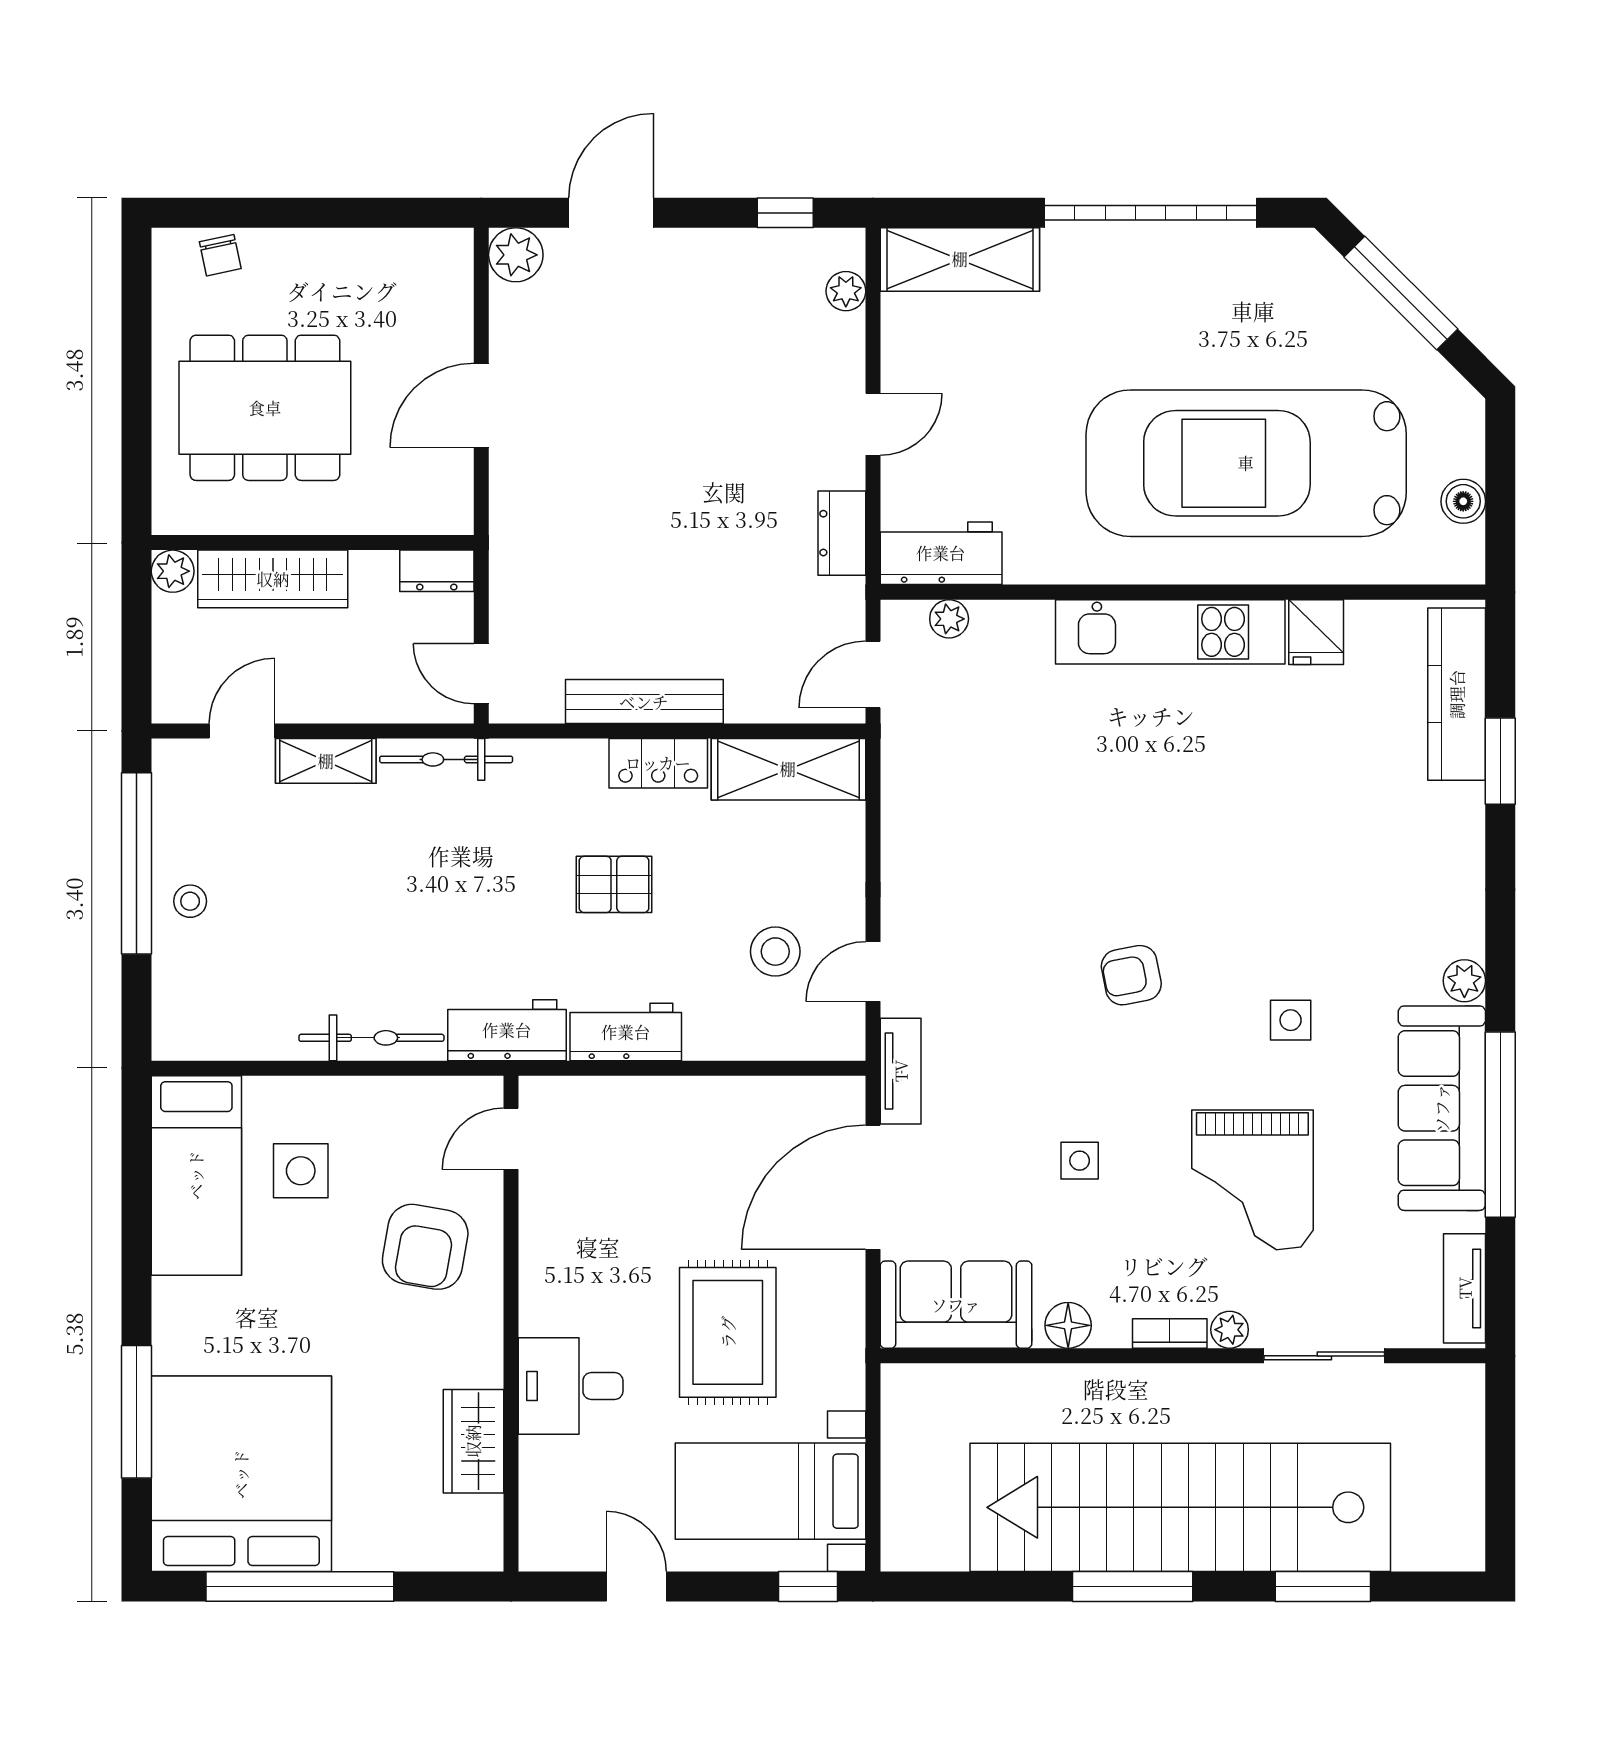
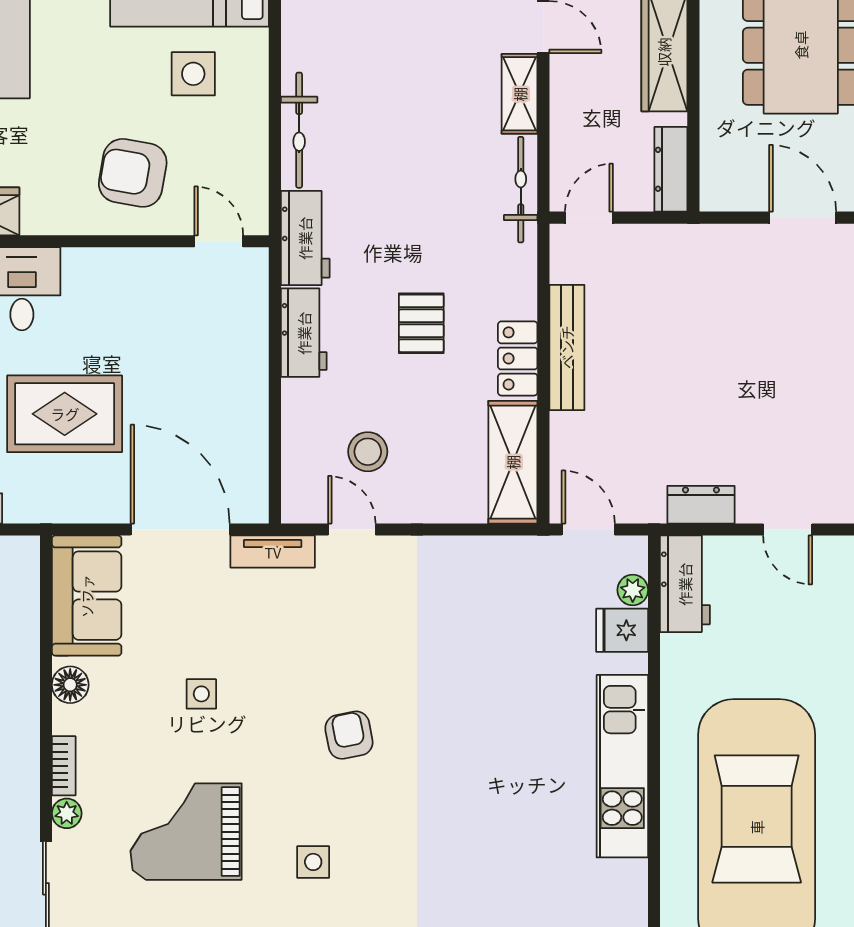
dresser: (437, 571) -> (671, 169), width x1.44
fridge: (1316, 632) -> (622, 630), moved

